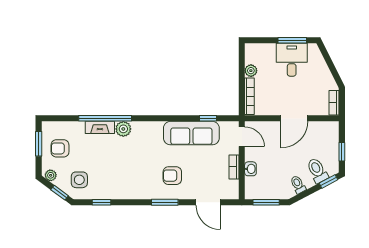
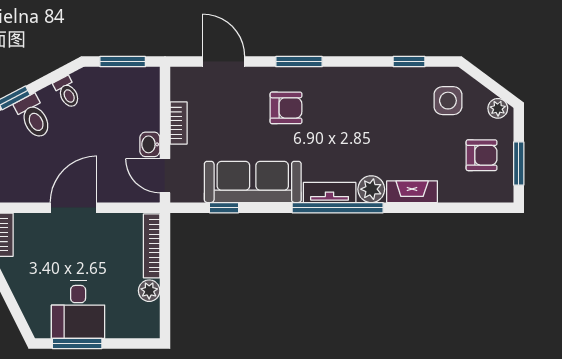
window: (105, 118) -> (338, 208), moved
tv unit: (147, 127) -> (330, 193), added
washbasin: (250, 169) -> (150, 144), moved
window: (60, 193) -> (482, 78), removed

